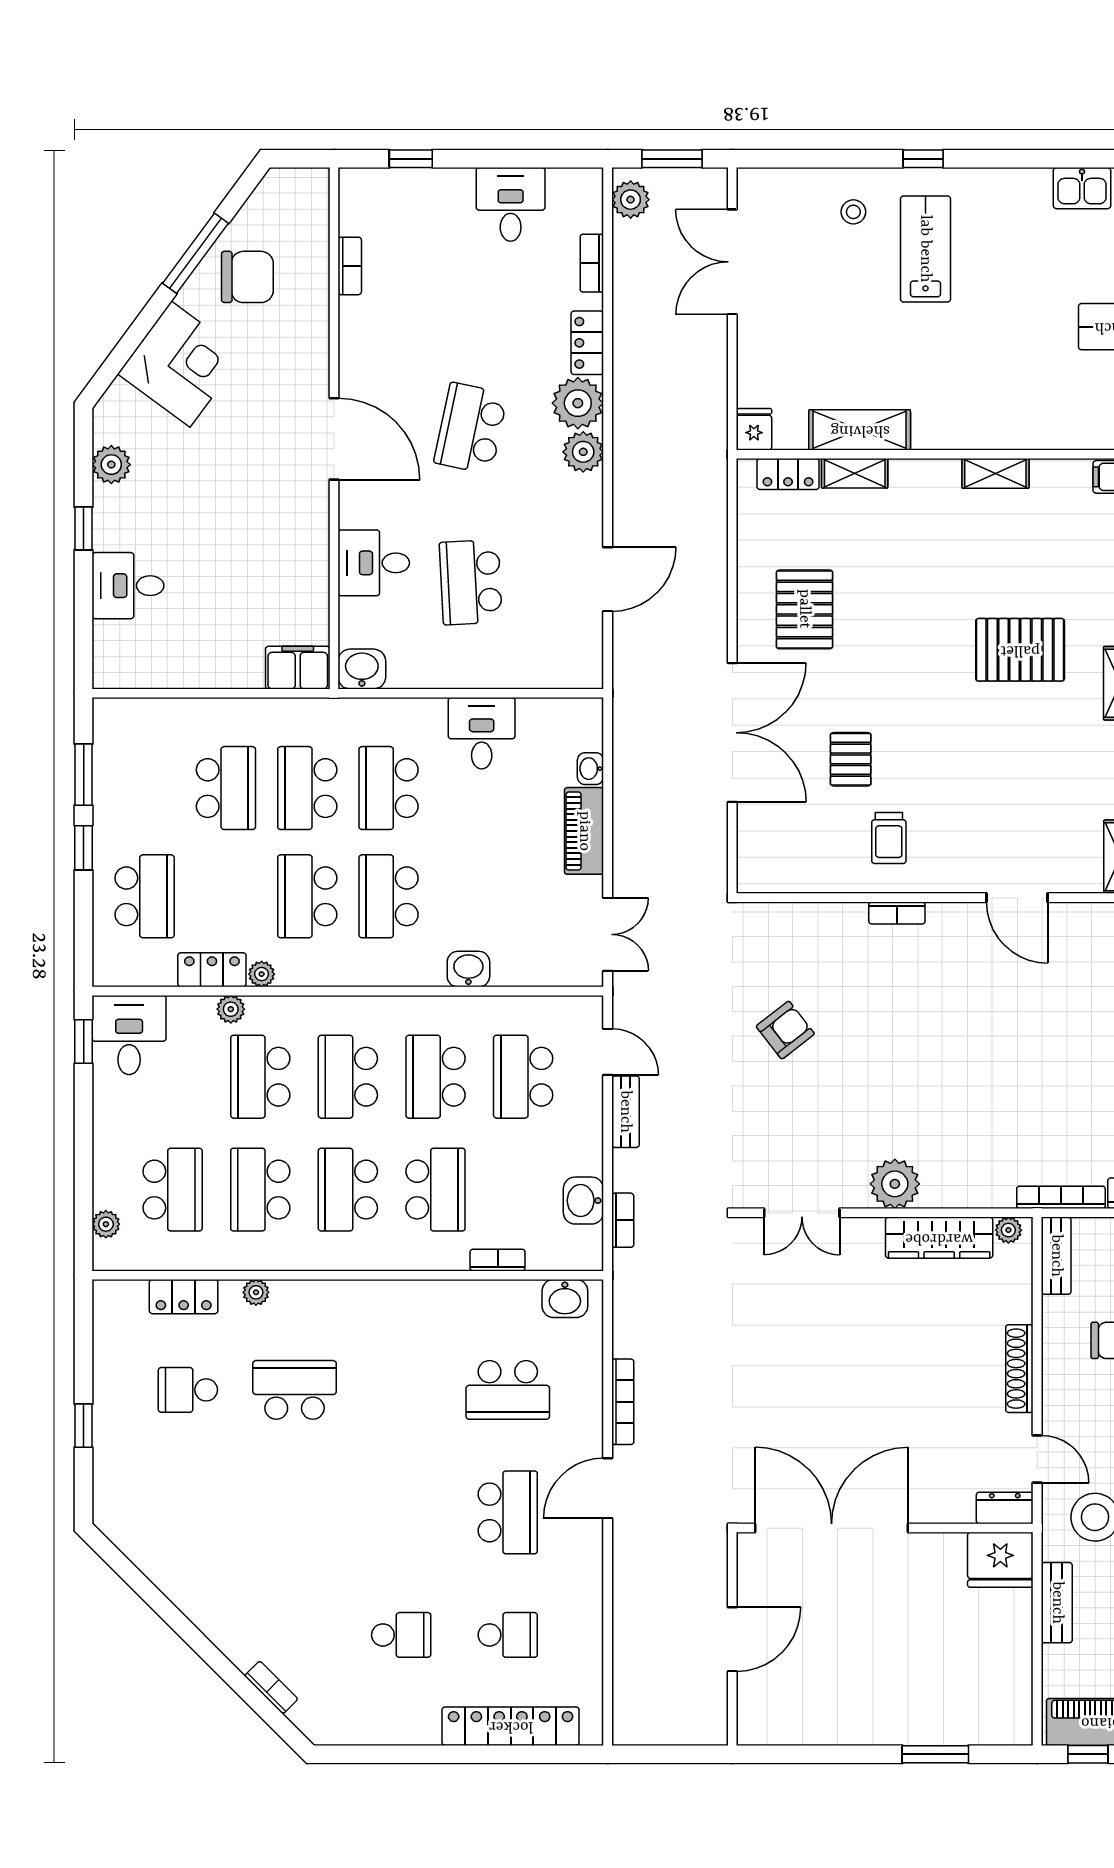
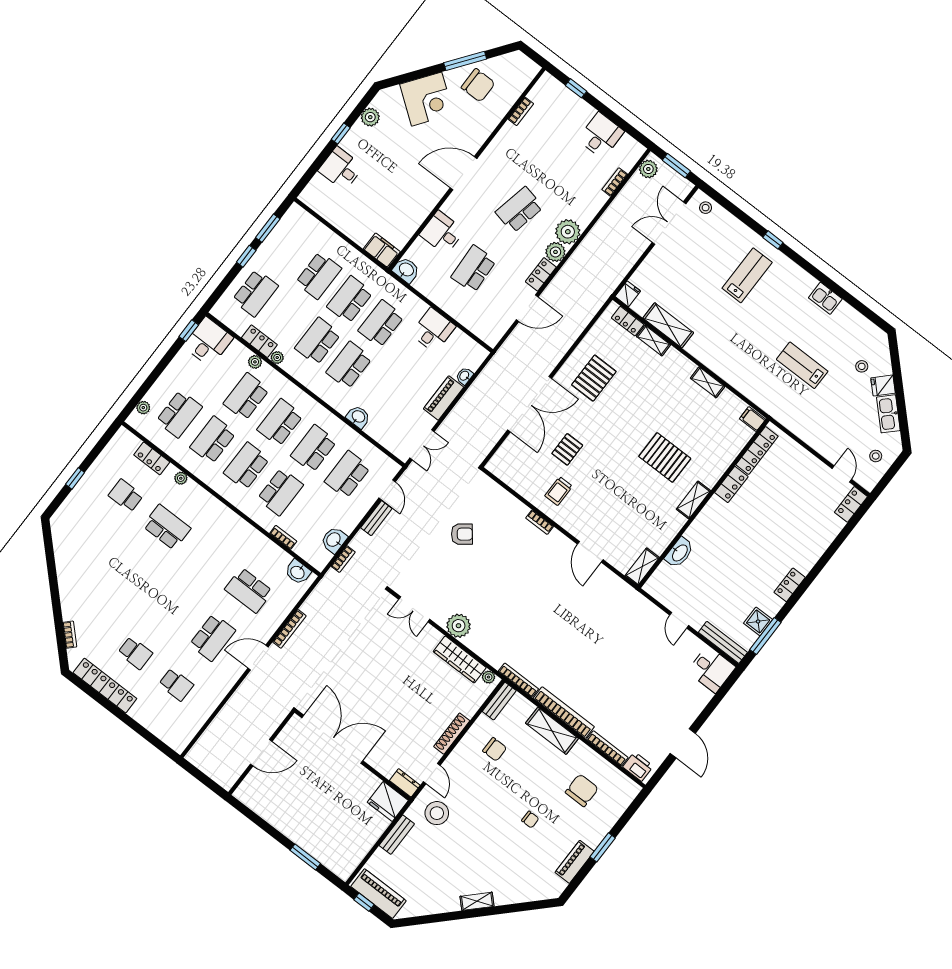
stool: (853, 212) -> (706, 208), moved
locker: (587, 343) -> (541, 274), moved
door: (334, 439) -> (463, 173), swing flipped
locker: (511, 1726) -> (105, 686), moved

